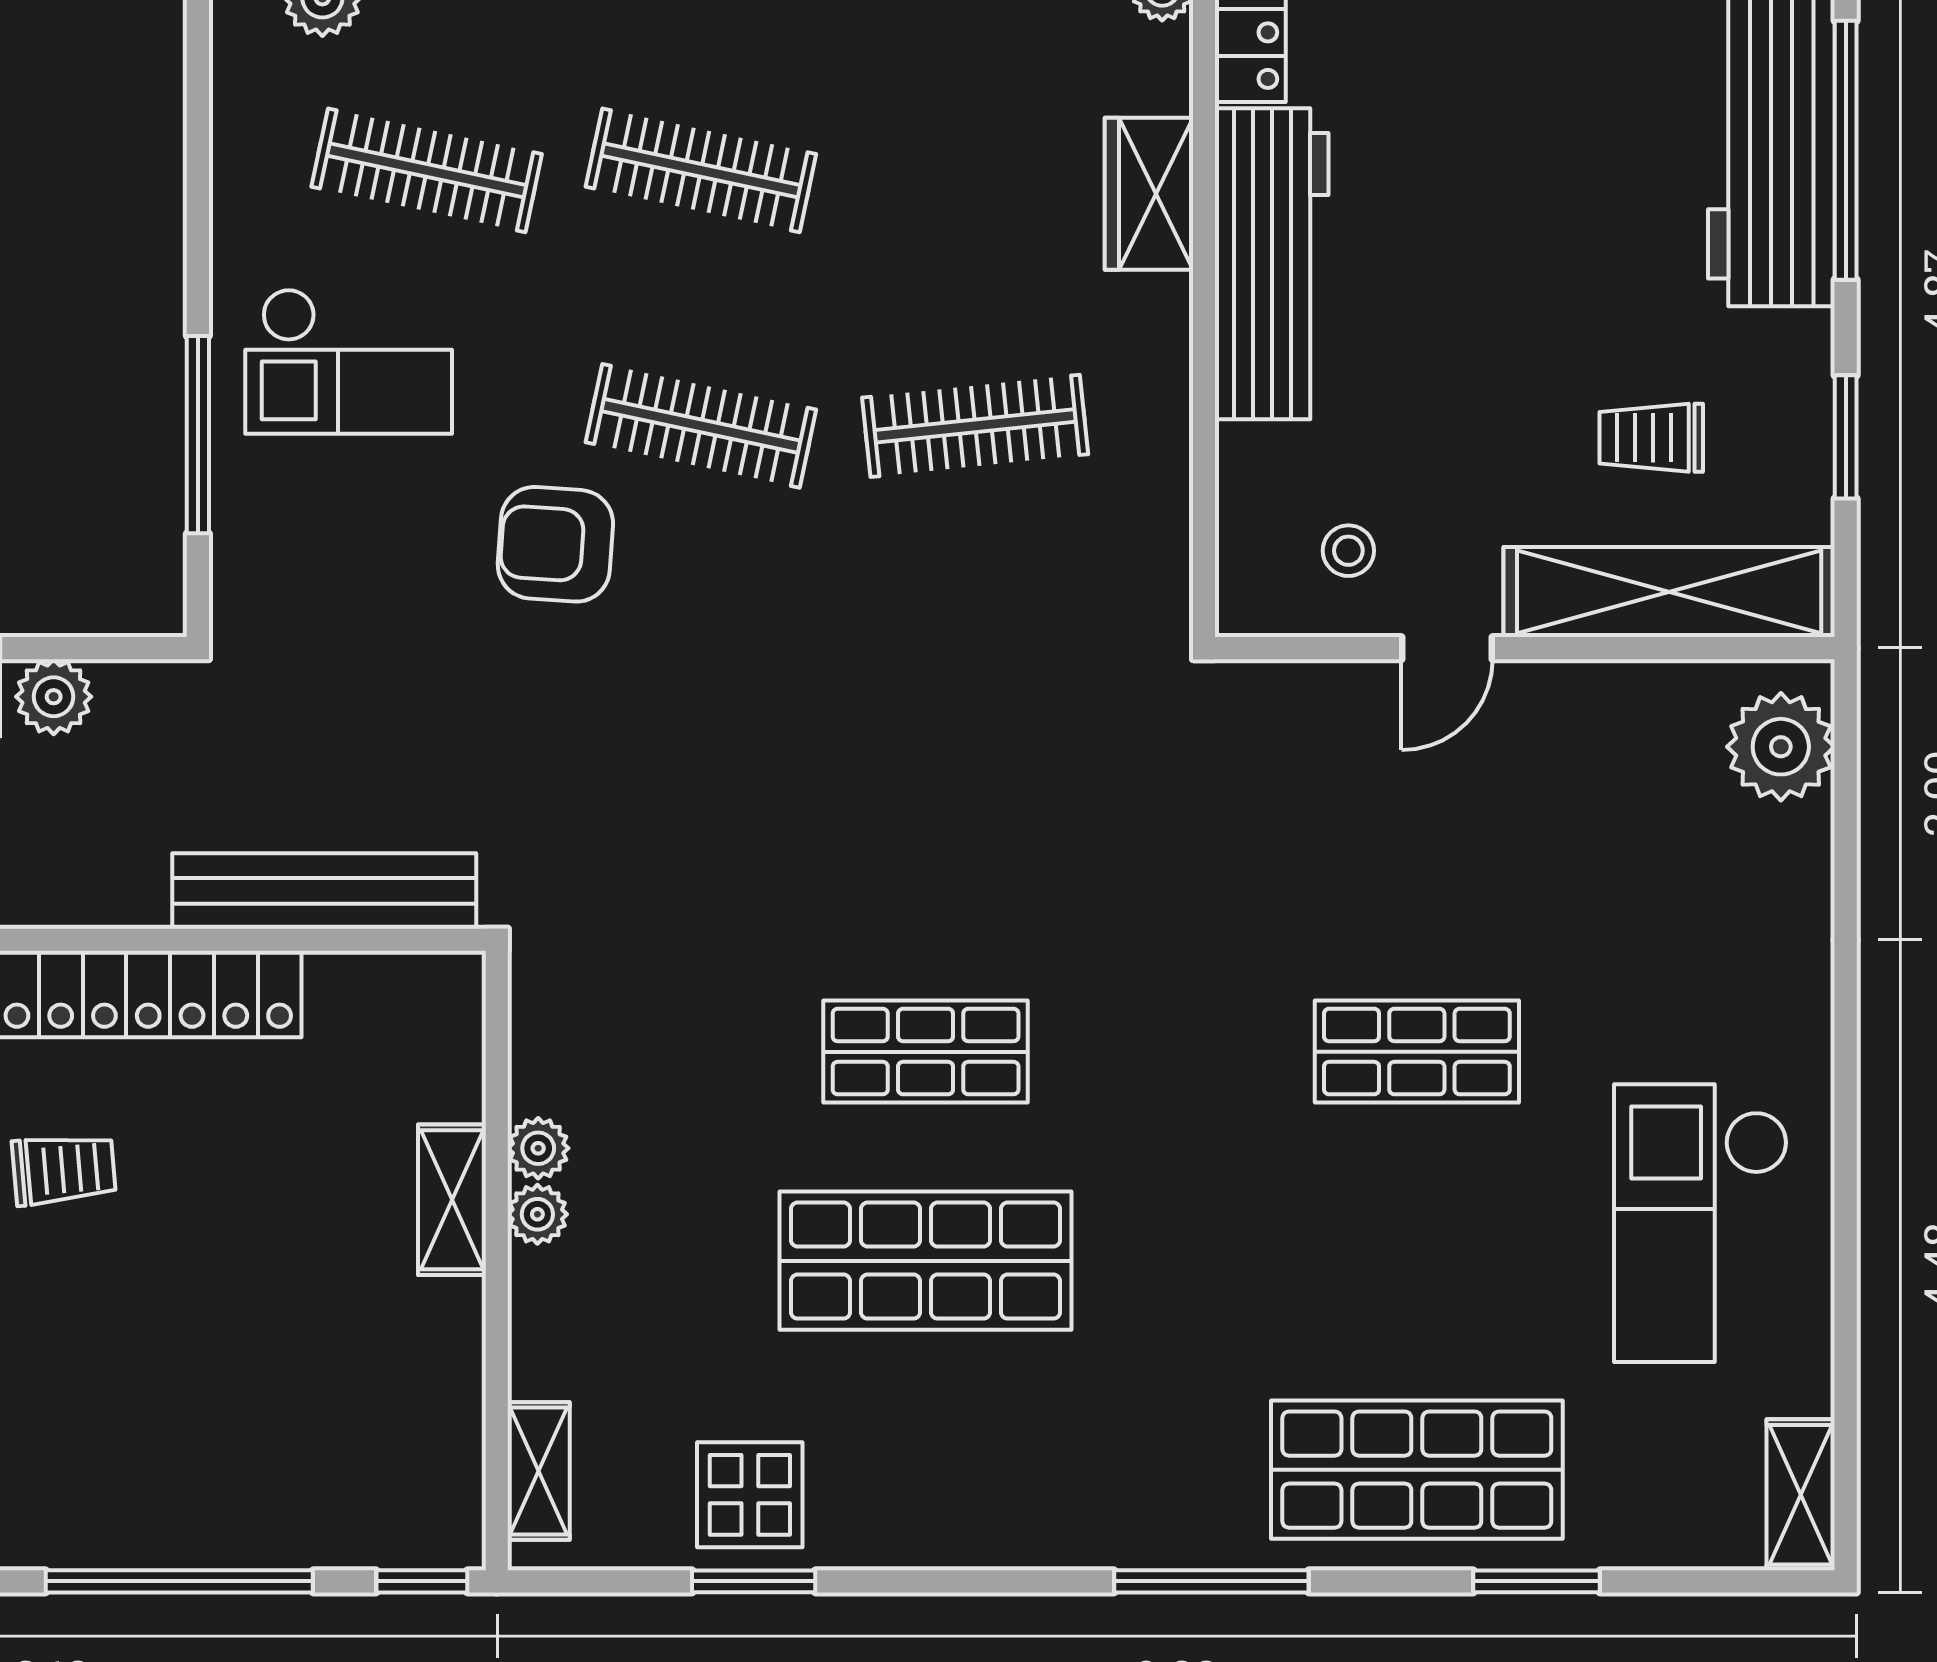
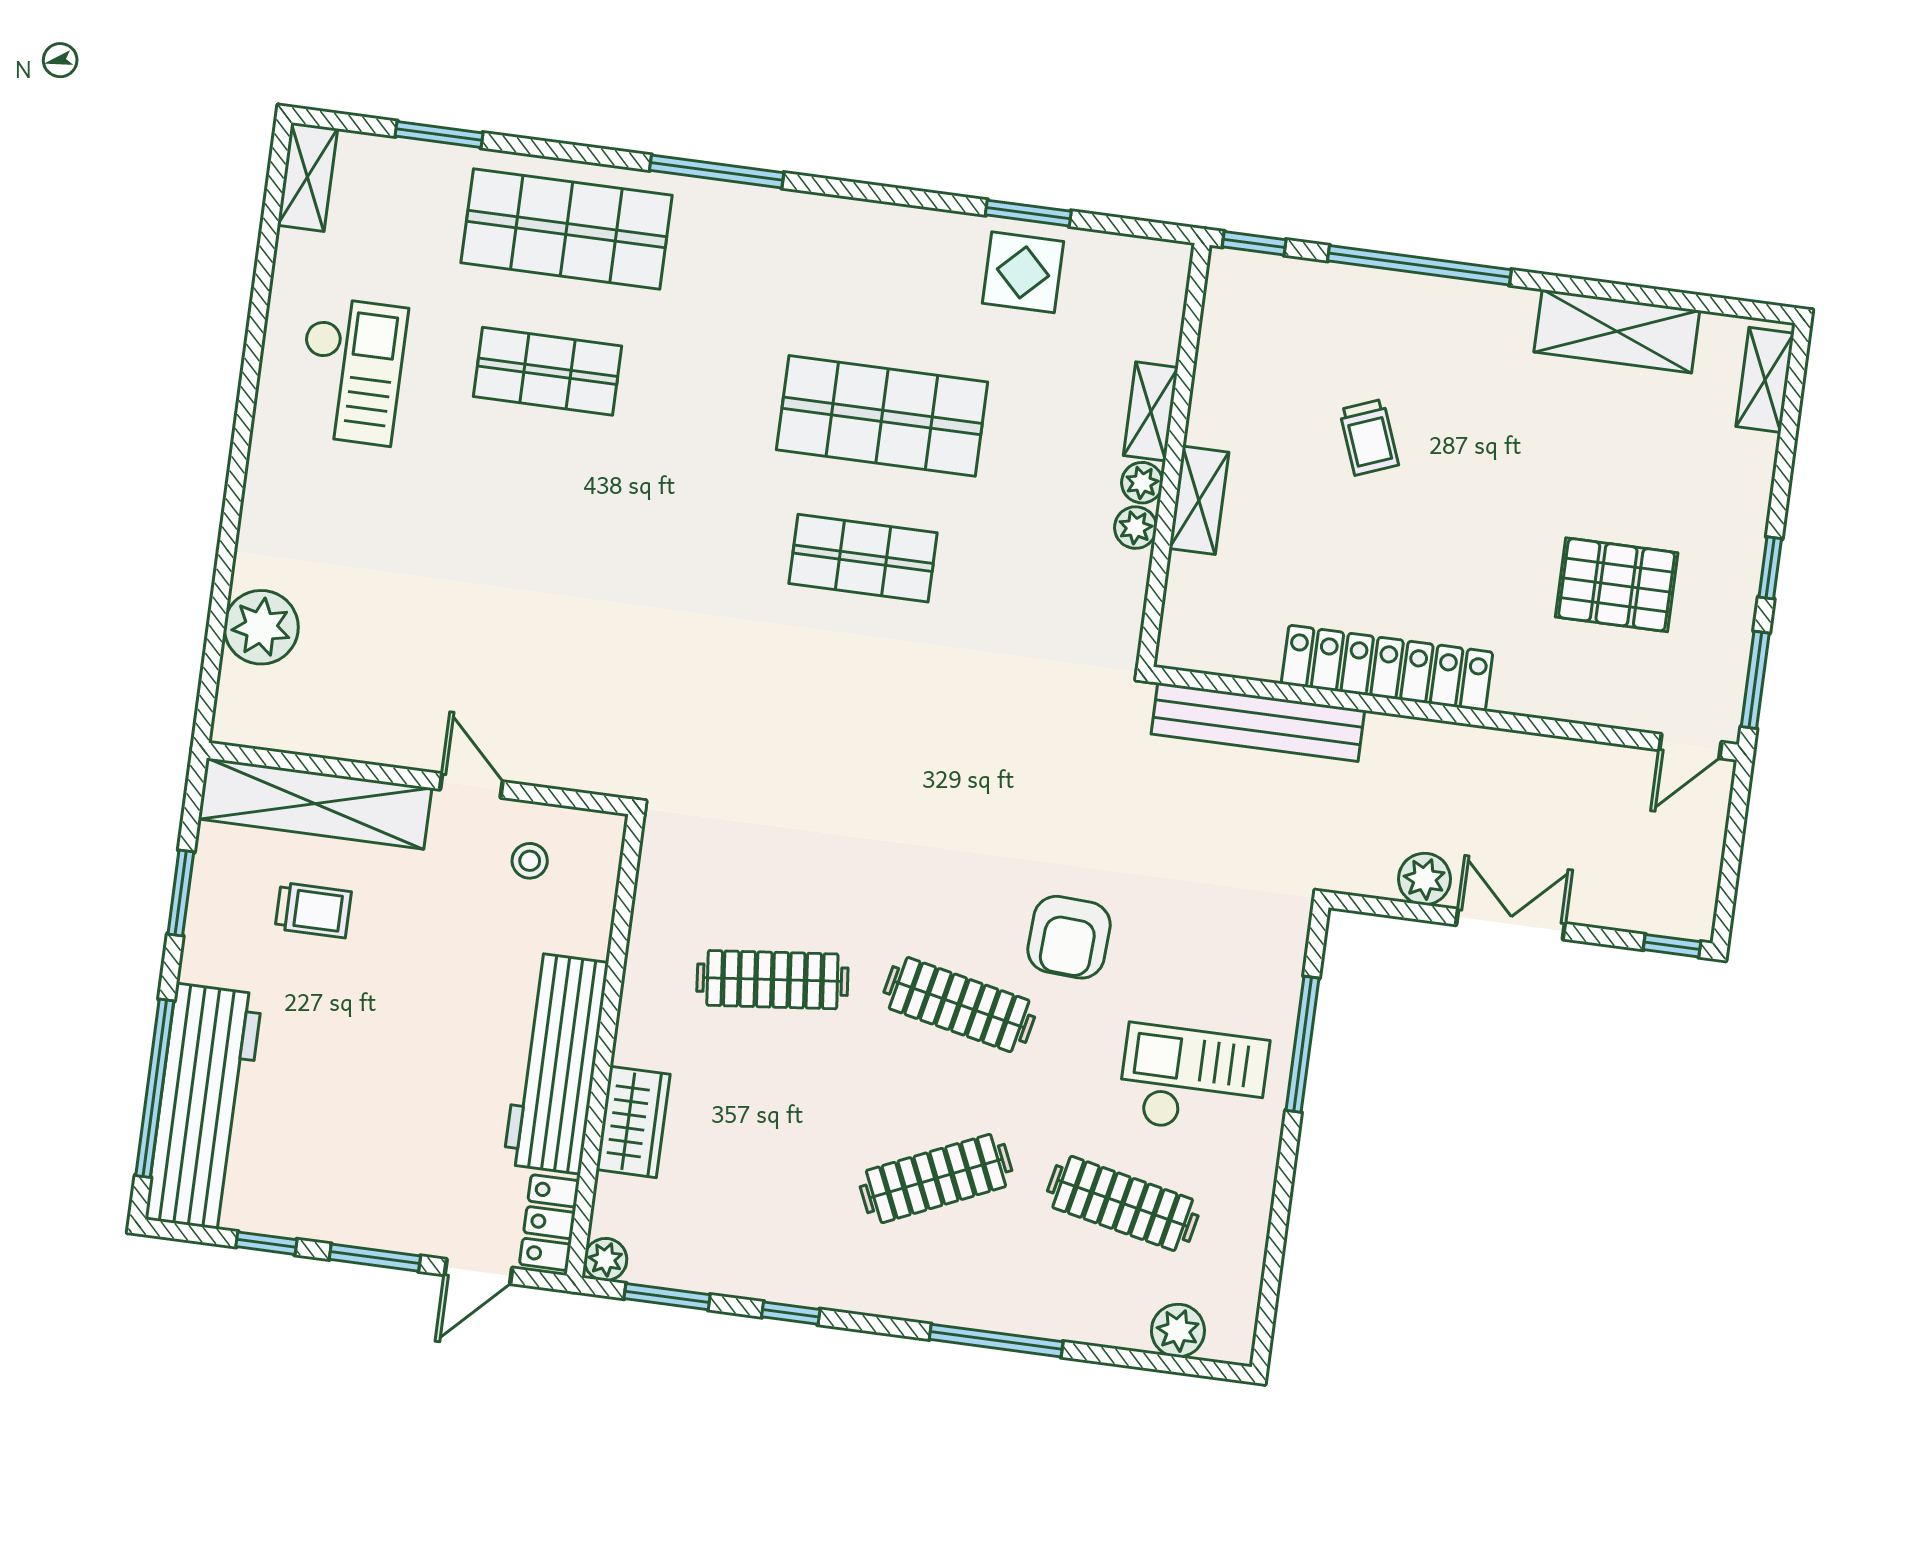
clothes rail: (701, 170) -> (936, 1179), turned -36
armchair: (555, 544) -> (1069, 937), turned 89
door: (1447, 648) -> (471, 785), hinge flipped
plant: (1781, 747) -> (261, 627), moved
shop shelf: (1417, 1052) -> (548, 371), moved
trolley: (64, 1169) -> (1369, 437), moved, turned -106
checkout: (1701, 1223) -> (351, 371), width x0.73, depth x0.83
shelving: (539, 1471) -> (1151, 411), moved
window: (1537, 1581) -> (439, 134), moved

